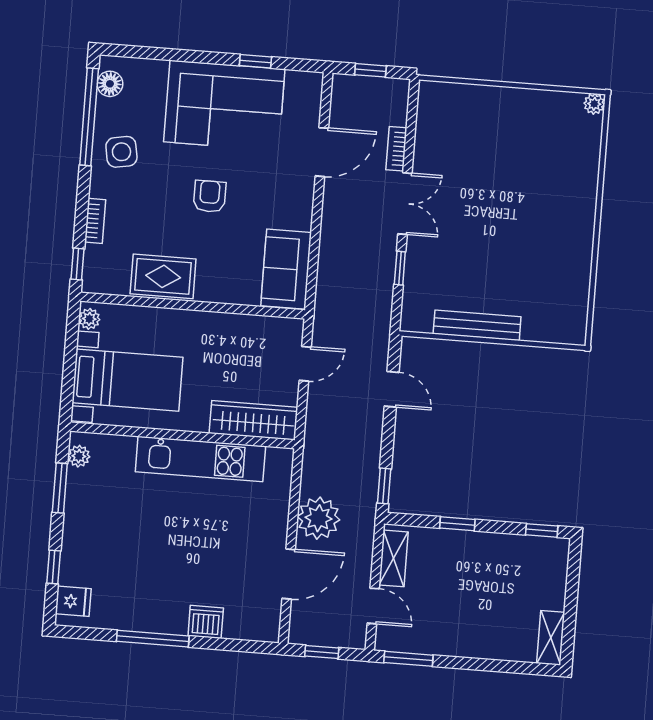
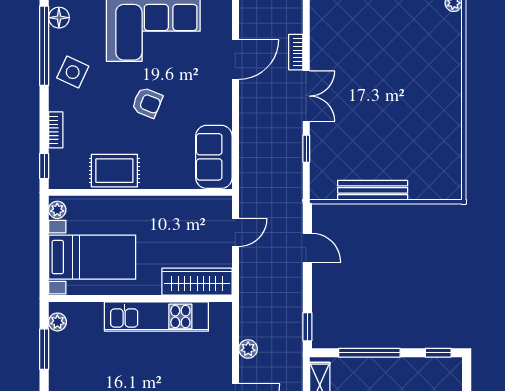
side table: (121, 152) -> (73, 72), turned 35
armchair: (210, 196) -> (147, 103), turned 112
plant: (319, 518) -> (248, 349), width x0.53, depth x0.53
window: (457, 524) -> (369, 353), width x2.17

